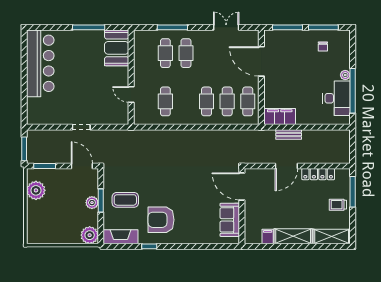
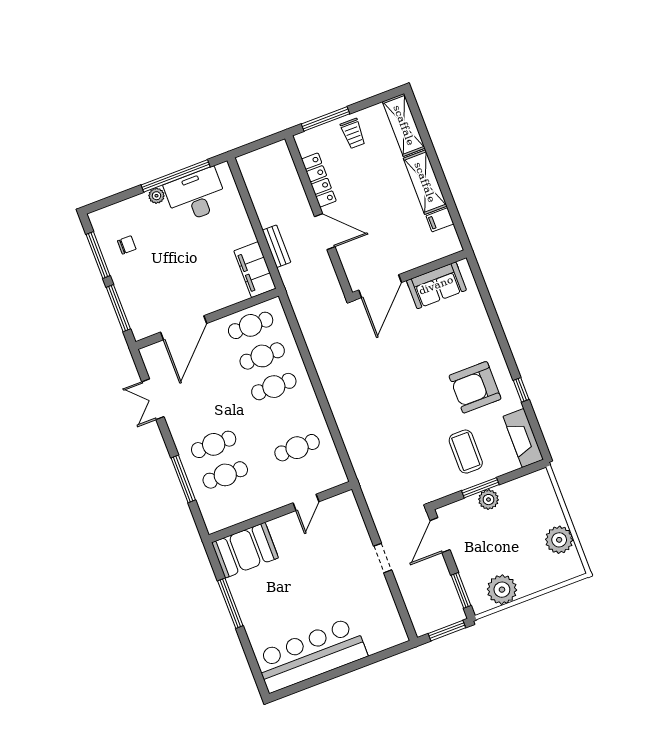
armchair: (161, 220) -> (475, 387), turned 90
plant: (90, 235) -> (559, 540), moved

